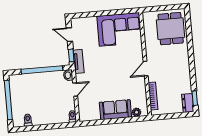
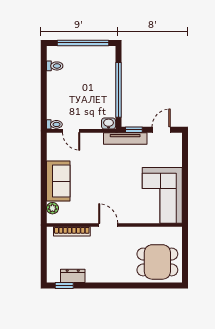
tv unit: (78, 61) -> (125, 139), width x1.41
door: (75, 89) -> (71, 131), moved
dresser: (188, 103) -> (73, 276), moved

